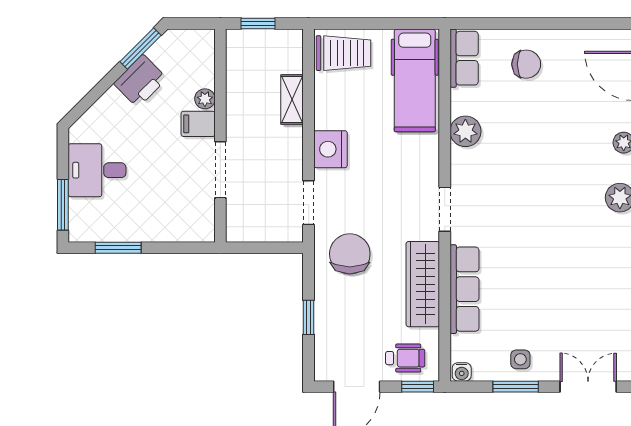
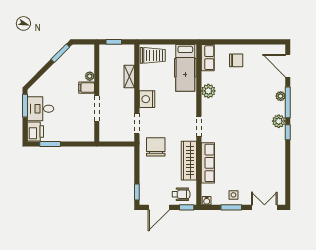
printer: (140, 81) -> (35, 132), moved, turned -45
window: (63, 205) -> (25, 106), moved
window: (309, 317) -> (137, 192), moved

